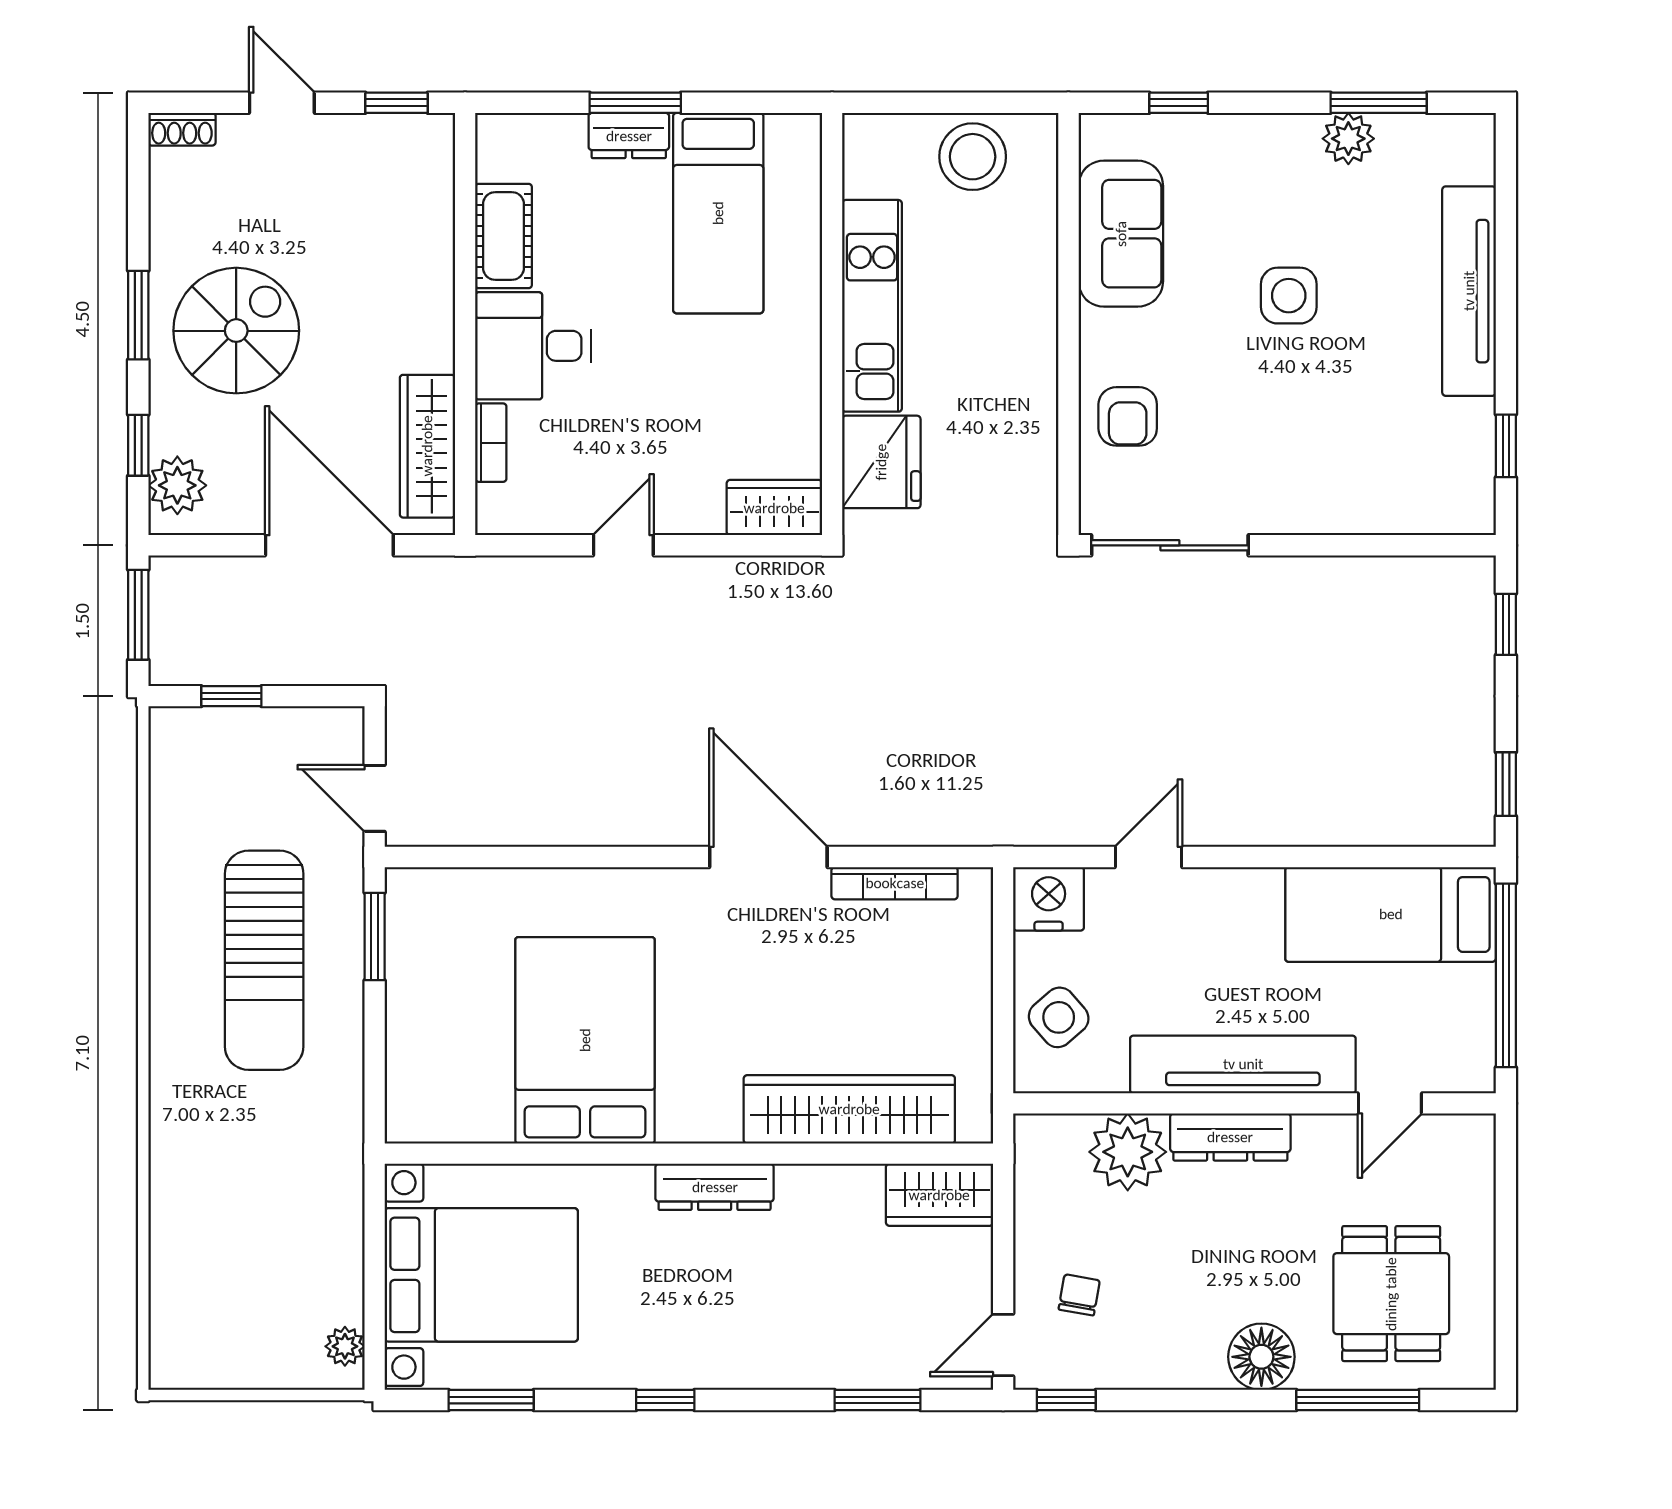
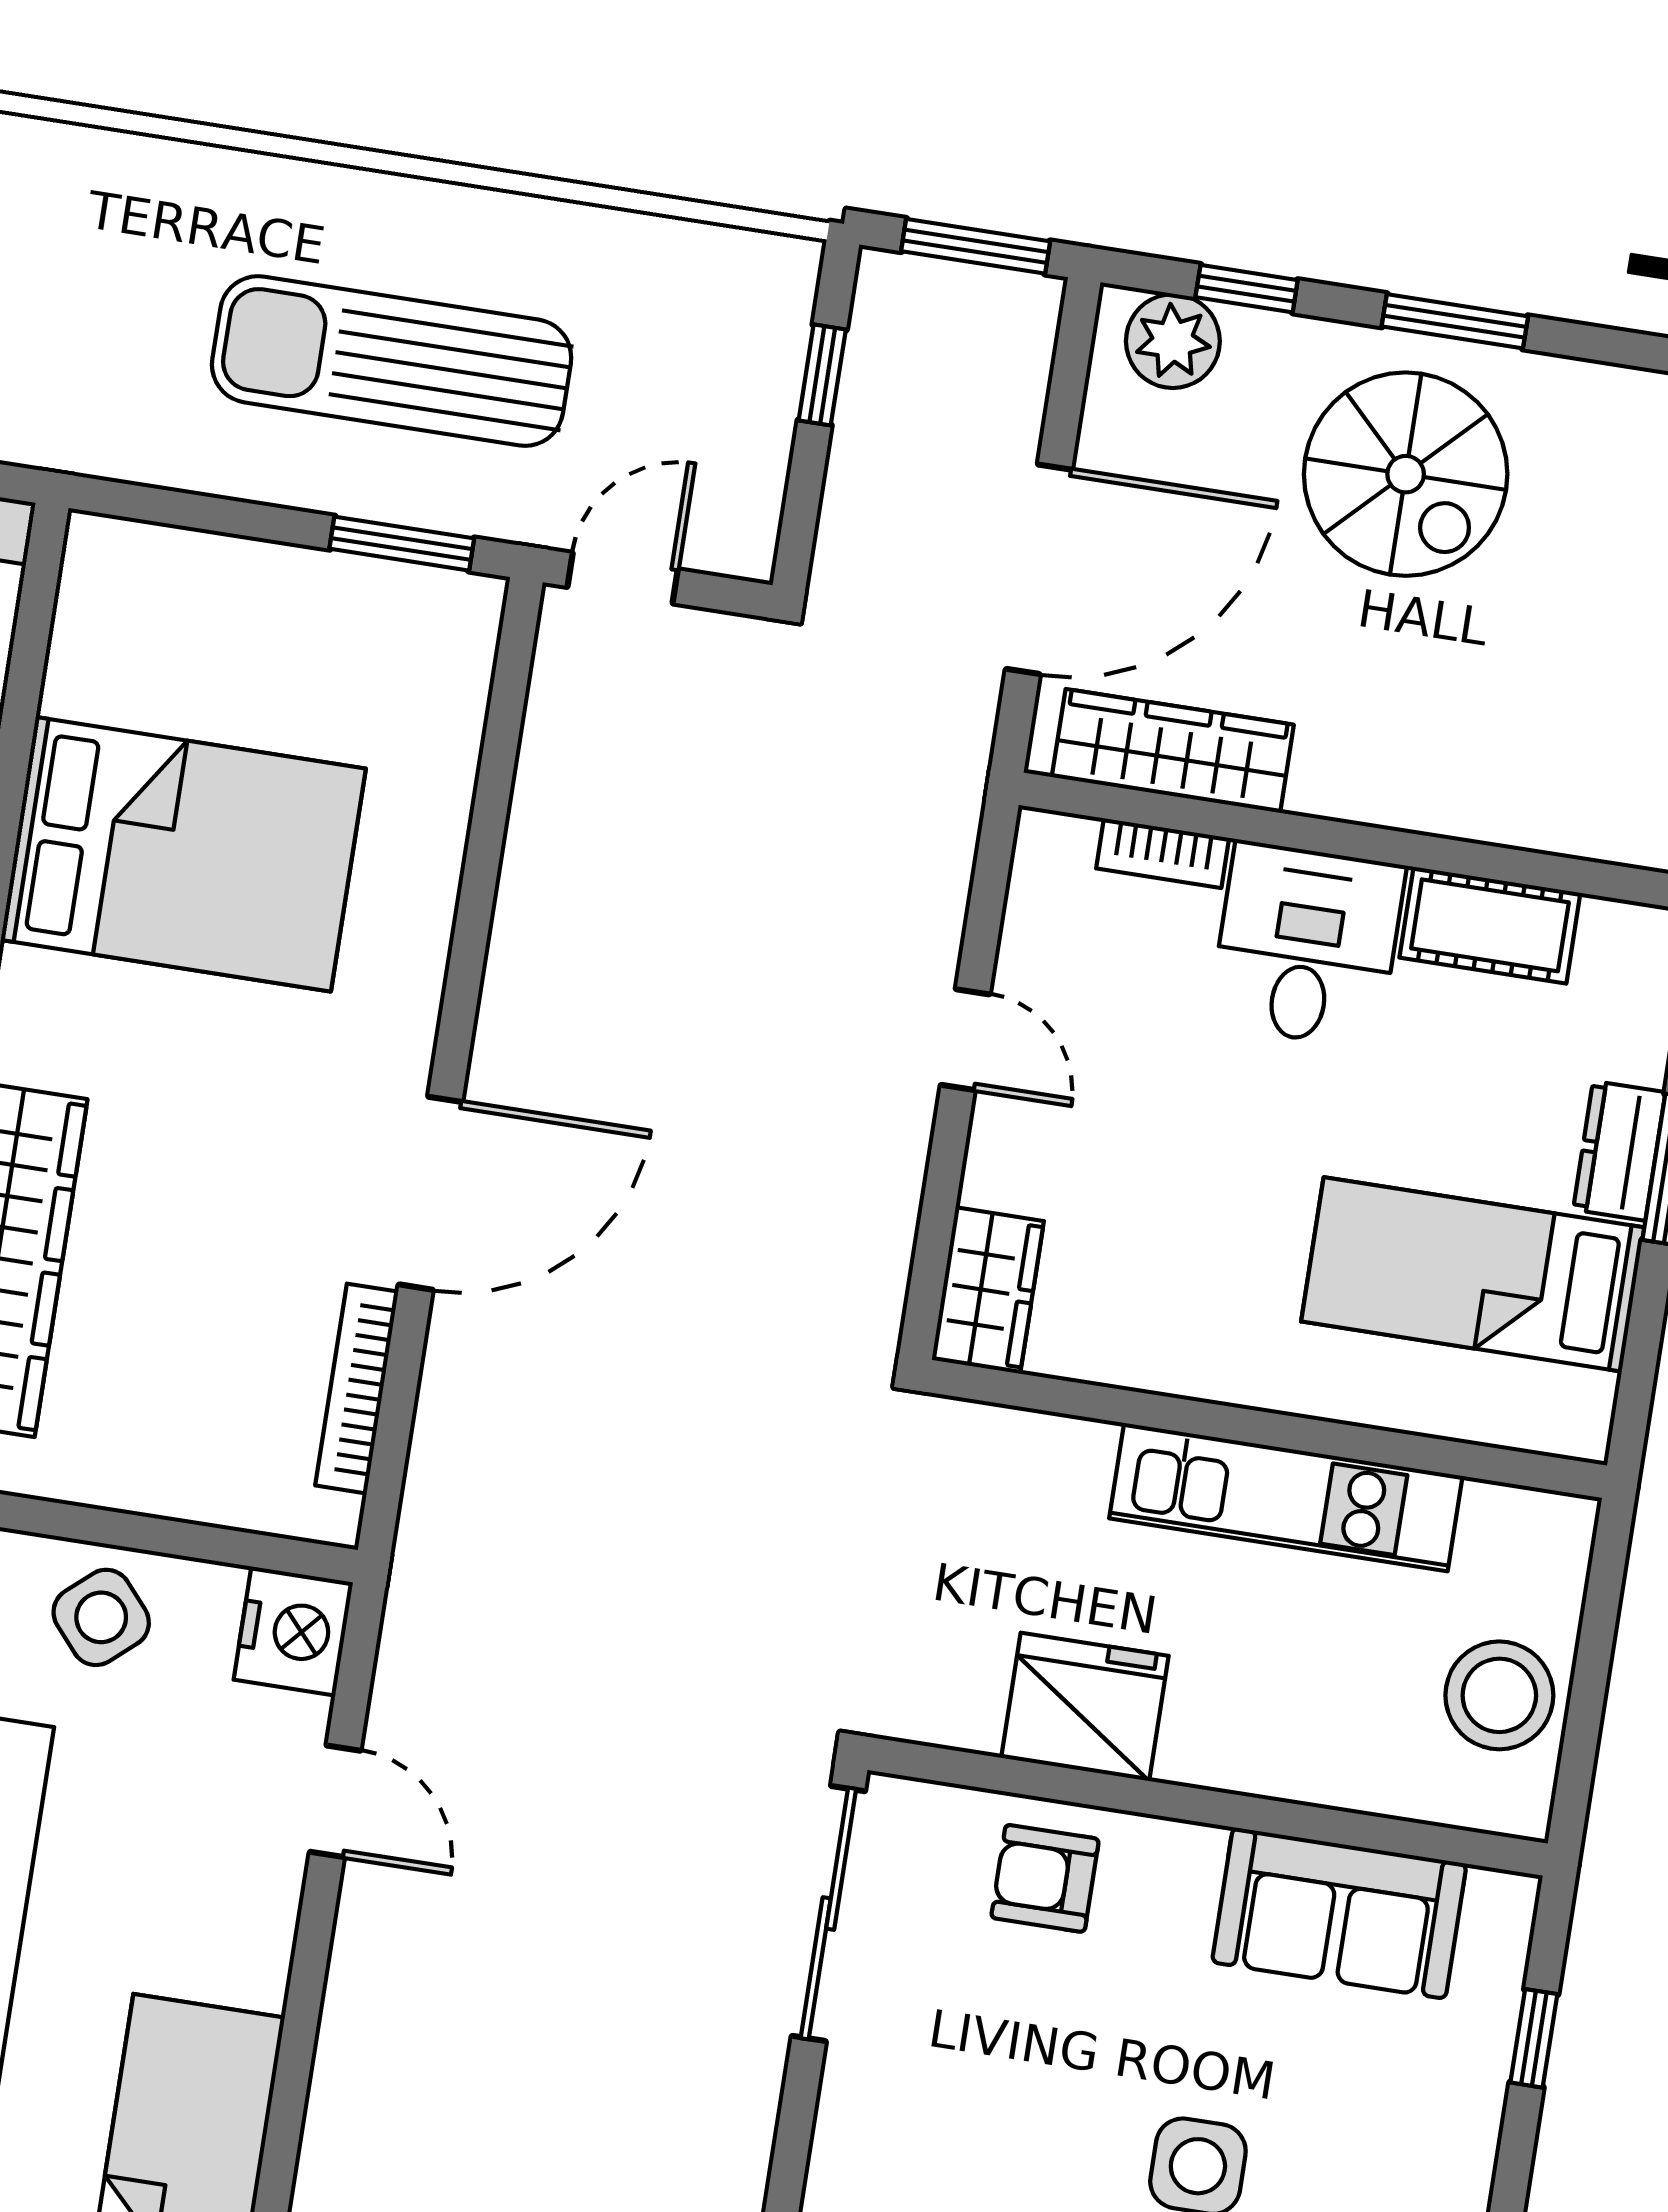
fridge: (881, 462) -> (1085, 1707), moved, turned 180

